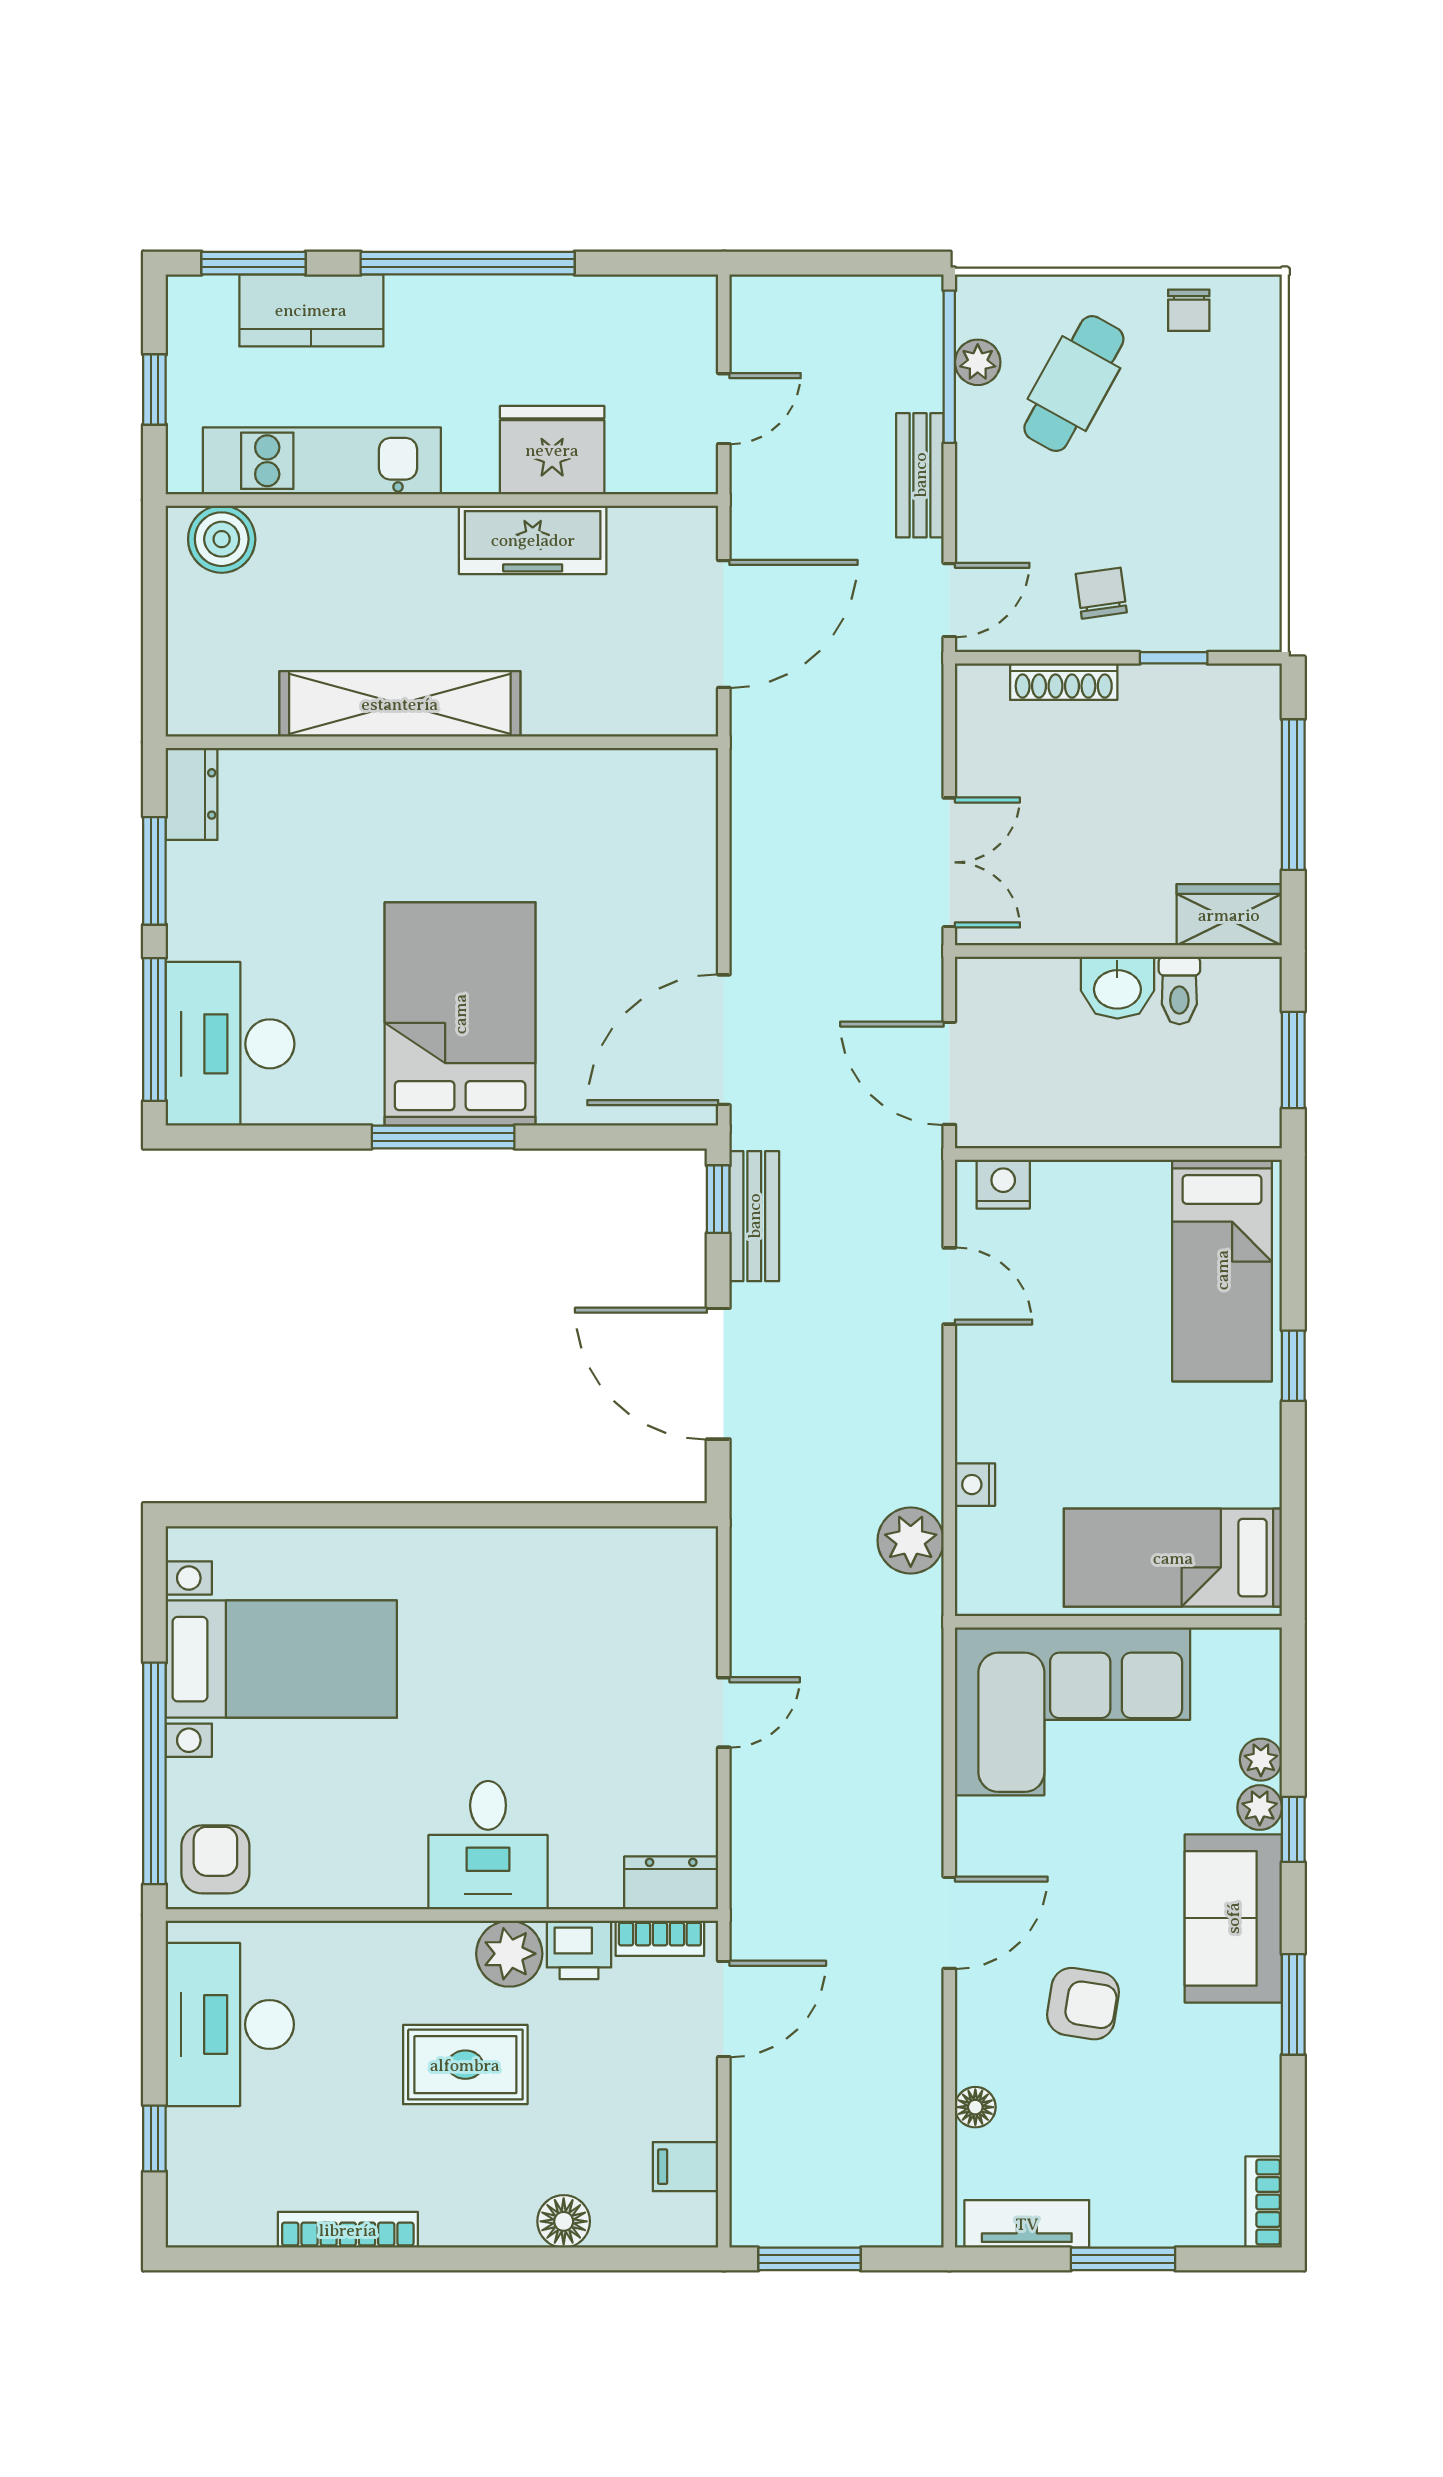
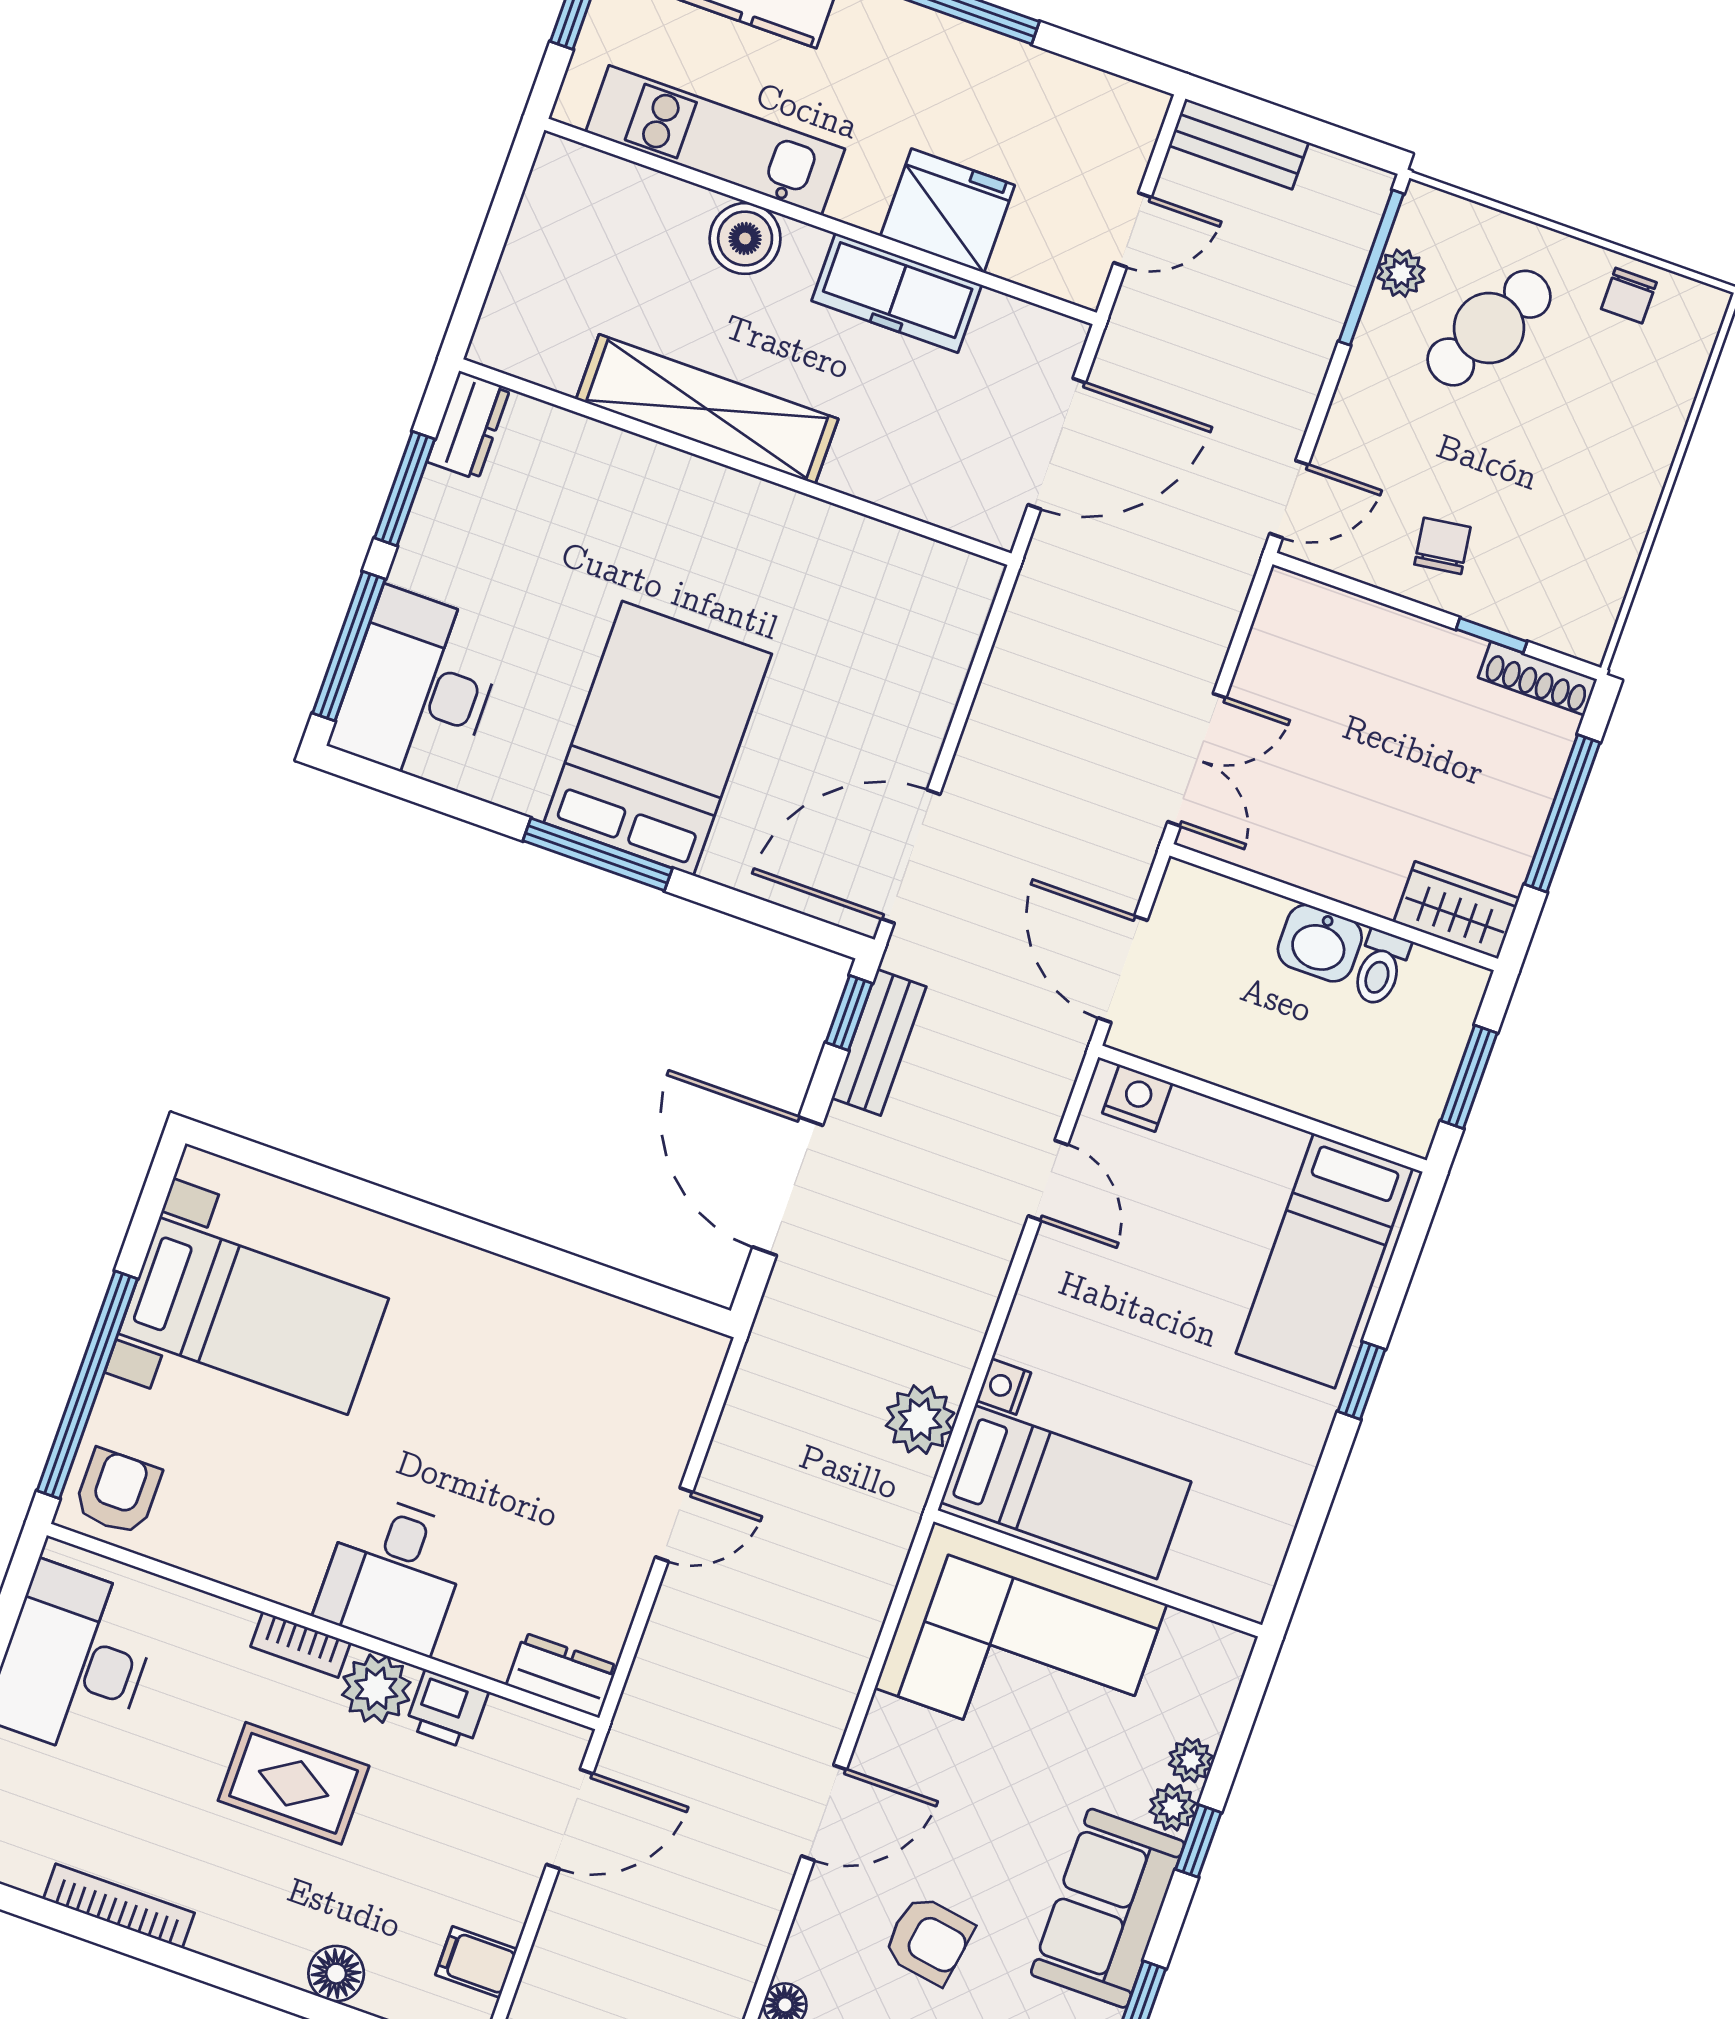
bench: (920, 475) -> (1239, 144), moved, turned 90
boiler: (222, 539) -> (745, 239), moved
shoe rack: (1064, 682) -> (1538, 678), moved
bed: (1173, 1558) -> (1066, 1492), moved, turned 180
bookcase: (660, 1938) -> (300, 1645), moved

